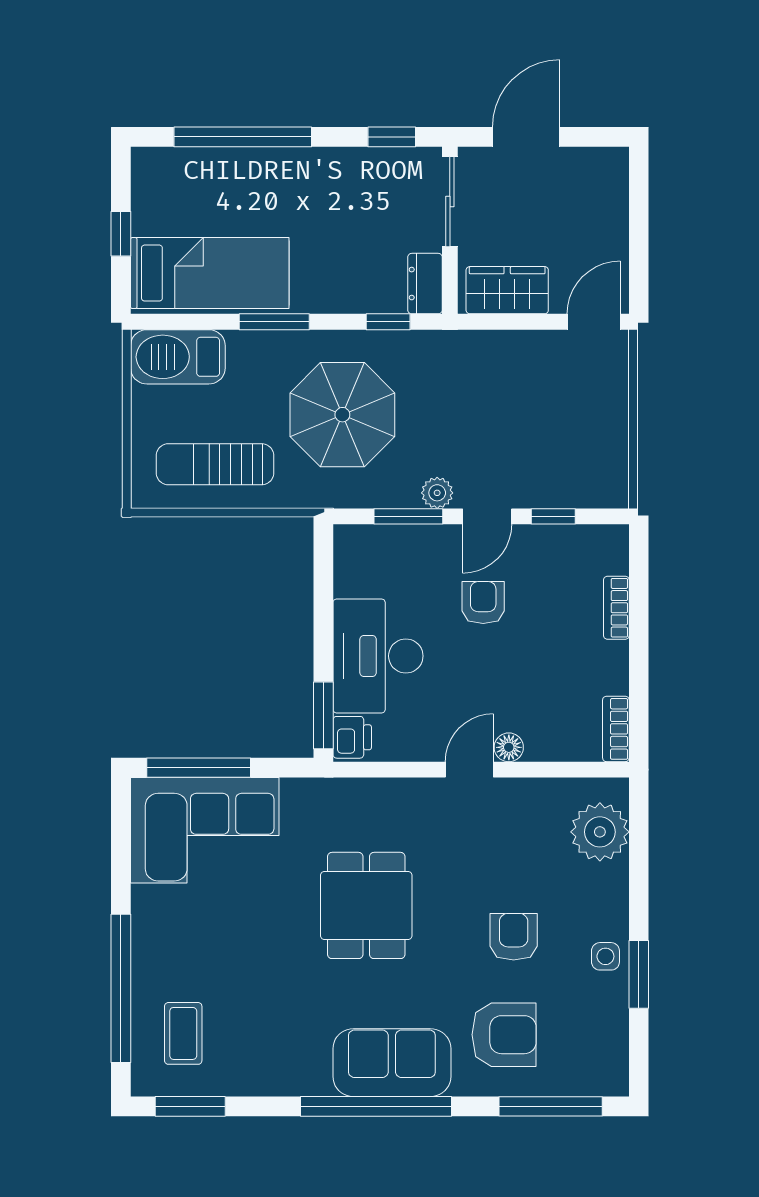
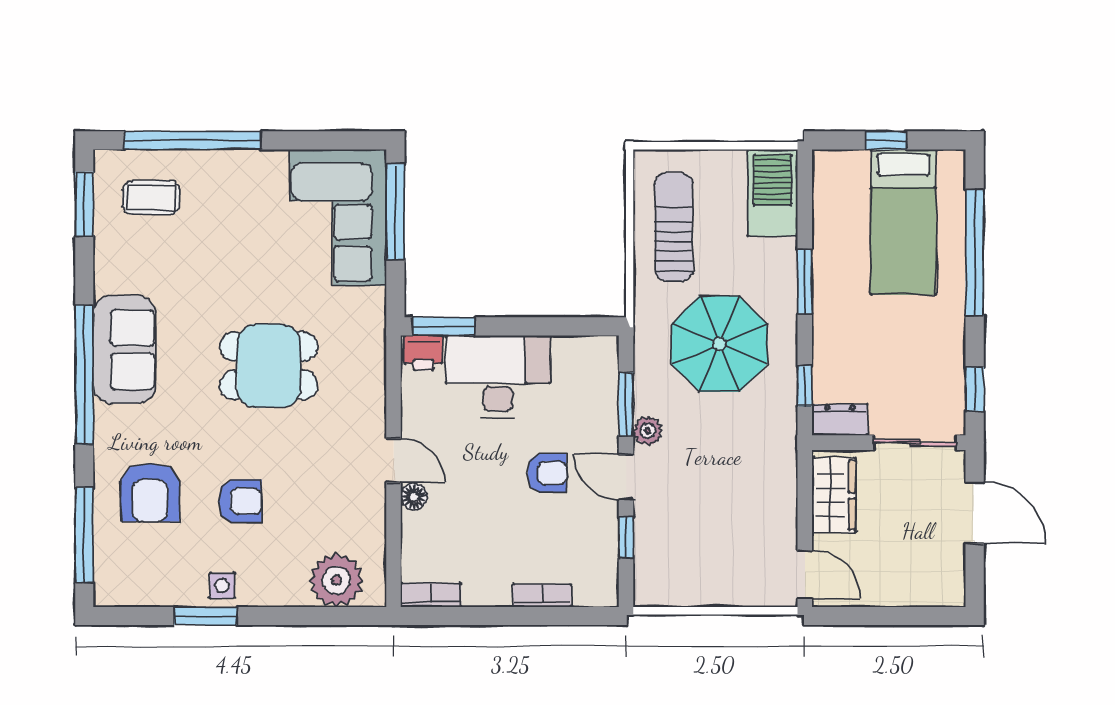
bed: (210, 273) -> (903, 222), moved
sofa: (392, 1063) -> (124, 350), moved

